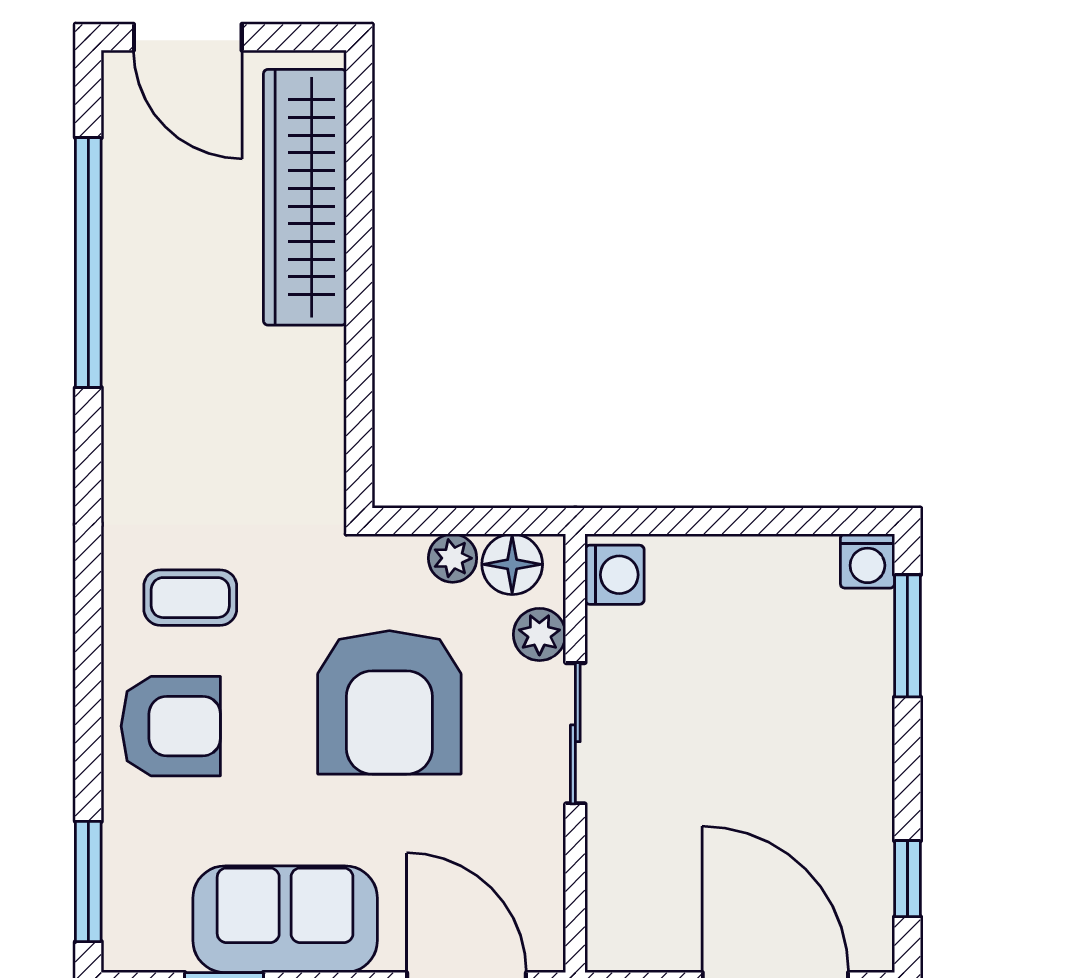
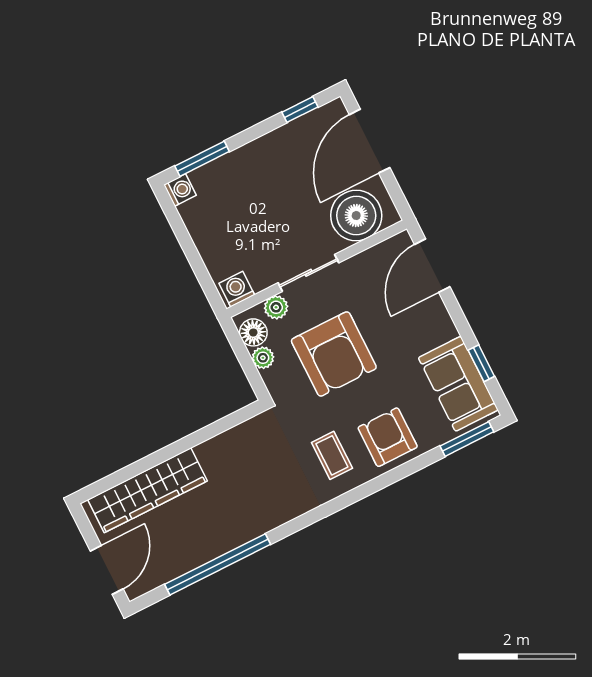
armchair: (389, 702) -> (334, 354), turned 90
boiler: (641, 885) -> (356, 216), added
sofa: (285, 919) -> (458, 384), moved

